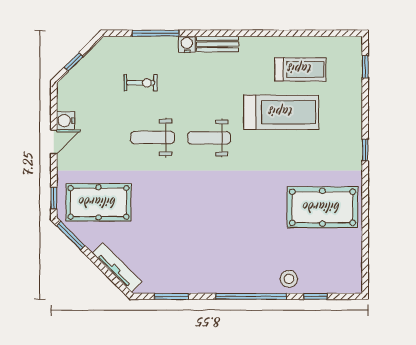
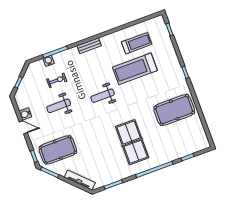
water cooler: (187, 44) -> (49, 61), moved
treadmill: (281, 112) -> (135, 69), turned 180
weight bench: (153, 138) -> (59, 106), moved
door: (54, 142) -> (23, 127), hinge flipped
table tennis table: (230, 236) -> (132, 142), added
stool: (289, 279) -> (170, 153), removed

